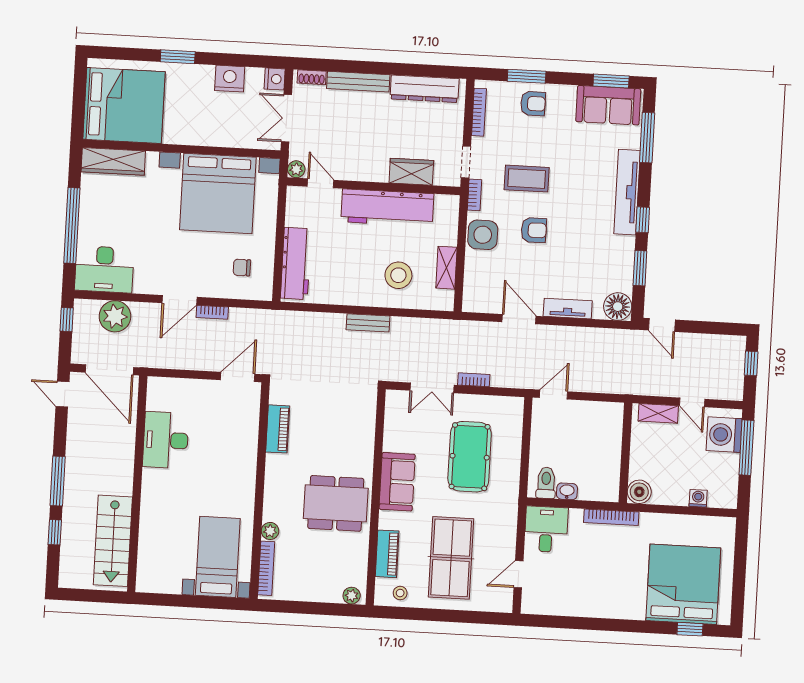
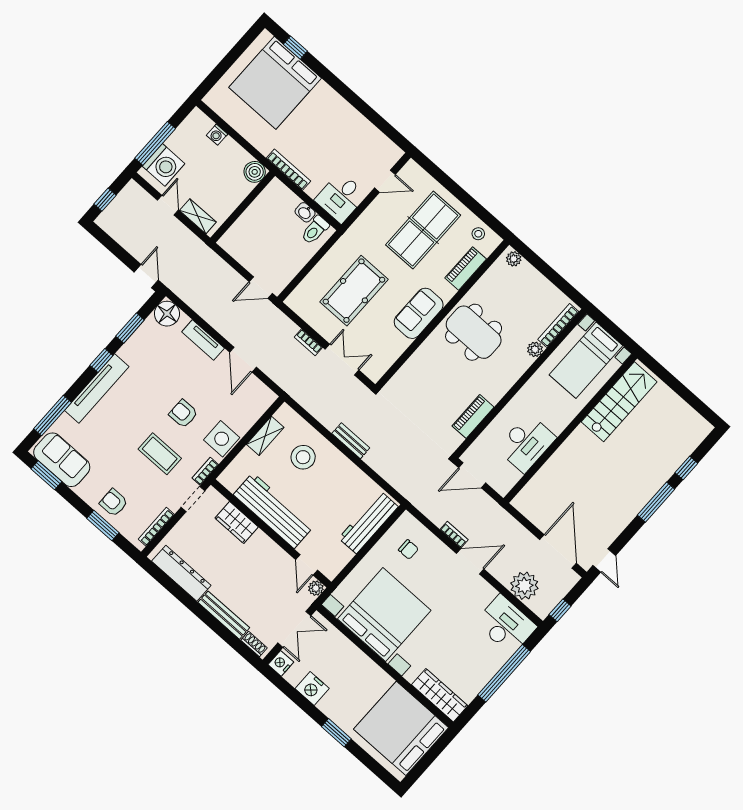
desk: (166, 440) -> (526, 443), moved
wall: (137, 484) -> (570, 428), moved
stairs: (113, 541) -> (619, 402), moved

